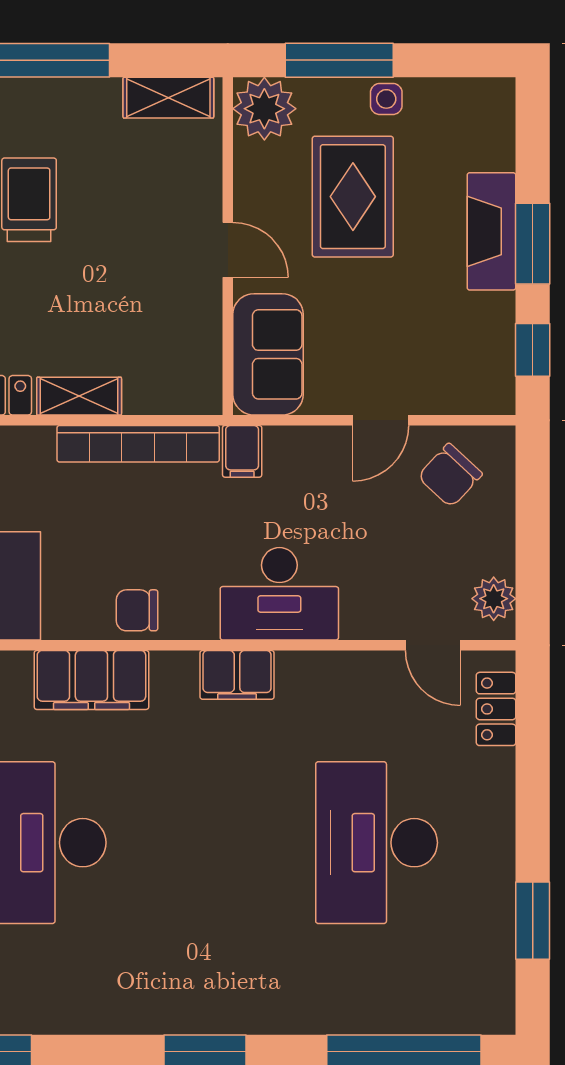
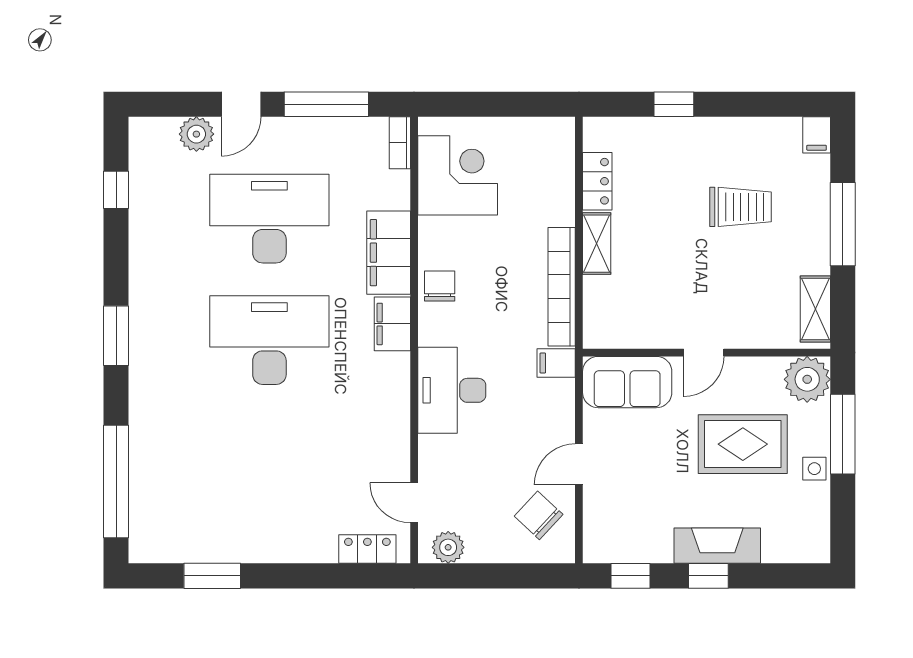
window: (533, 244) -> (708, 576), width x0.67
door: (381, 420) -> (579, 464), hinge flipped
door: (433, 645) -> (414, 503), hinge flipped
filing cabinet: (237, 675) -> (392, 324), moved
desk: (377, 843) -> (269, 340), moved

